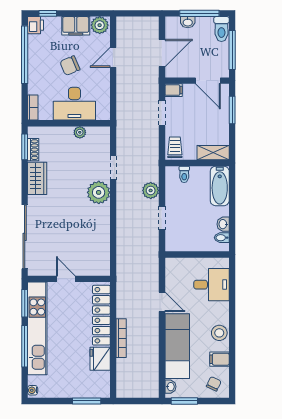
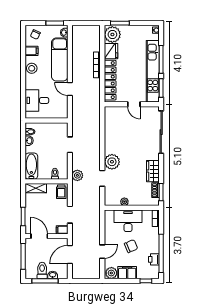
printer: (36, 25) -> (154, 259), moved
toilet: (221, 29) -> (42, 270), moved
plant: (151, 190) -> (77, 175), moved
plant: (98, 384) -> (112, 34), added

